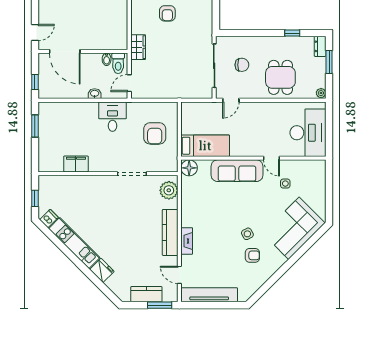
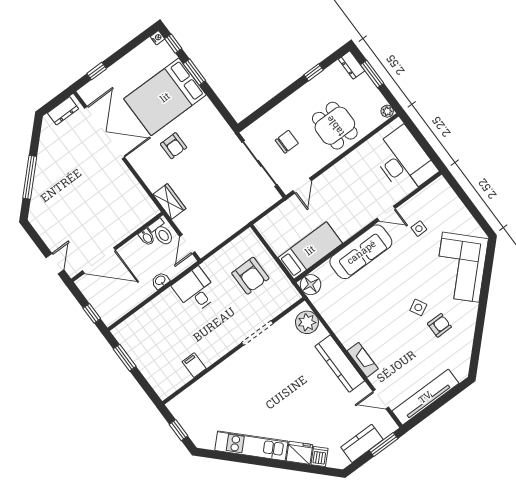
filing cabinet: (76, 164) -> (194, 365), width x0.50
dishwasher: (49, 219) -> (319, 456), moved

